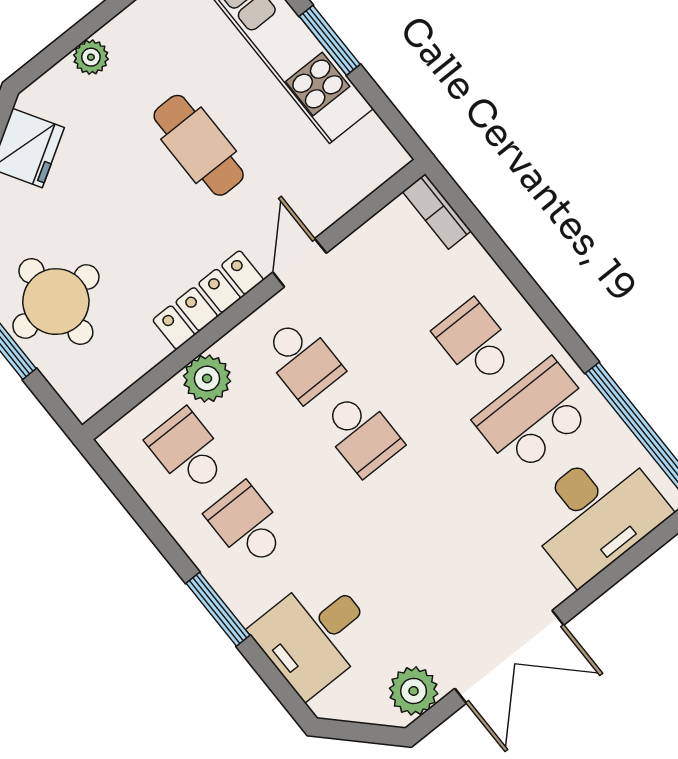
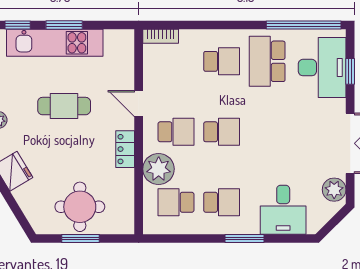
locker: (208, 300) -> (125, 149), width x0.66
school desk: (475, 342) -> (222, 61), turned 180
plant: (207, 379) -> (159, 169), width x1.36, depth x1.36
school desk: (247, 525) -> (222, 202), turned 180
window: (626, 563) -> (350, 71), added

